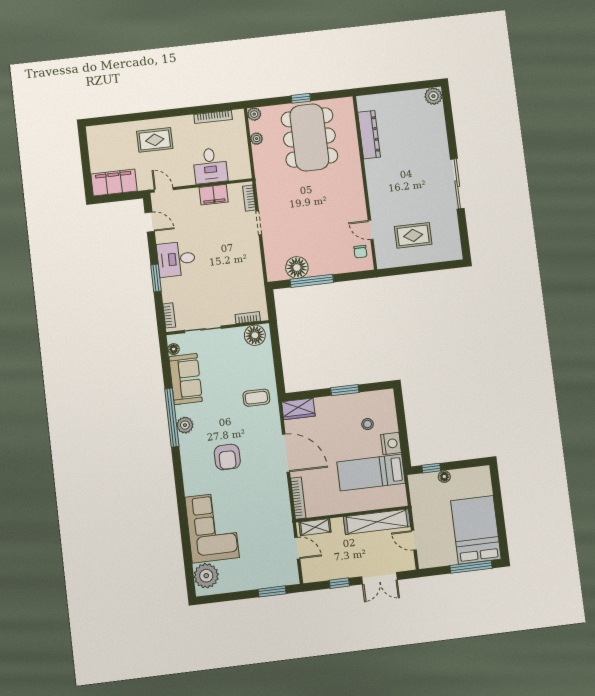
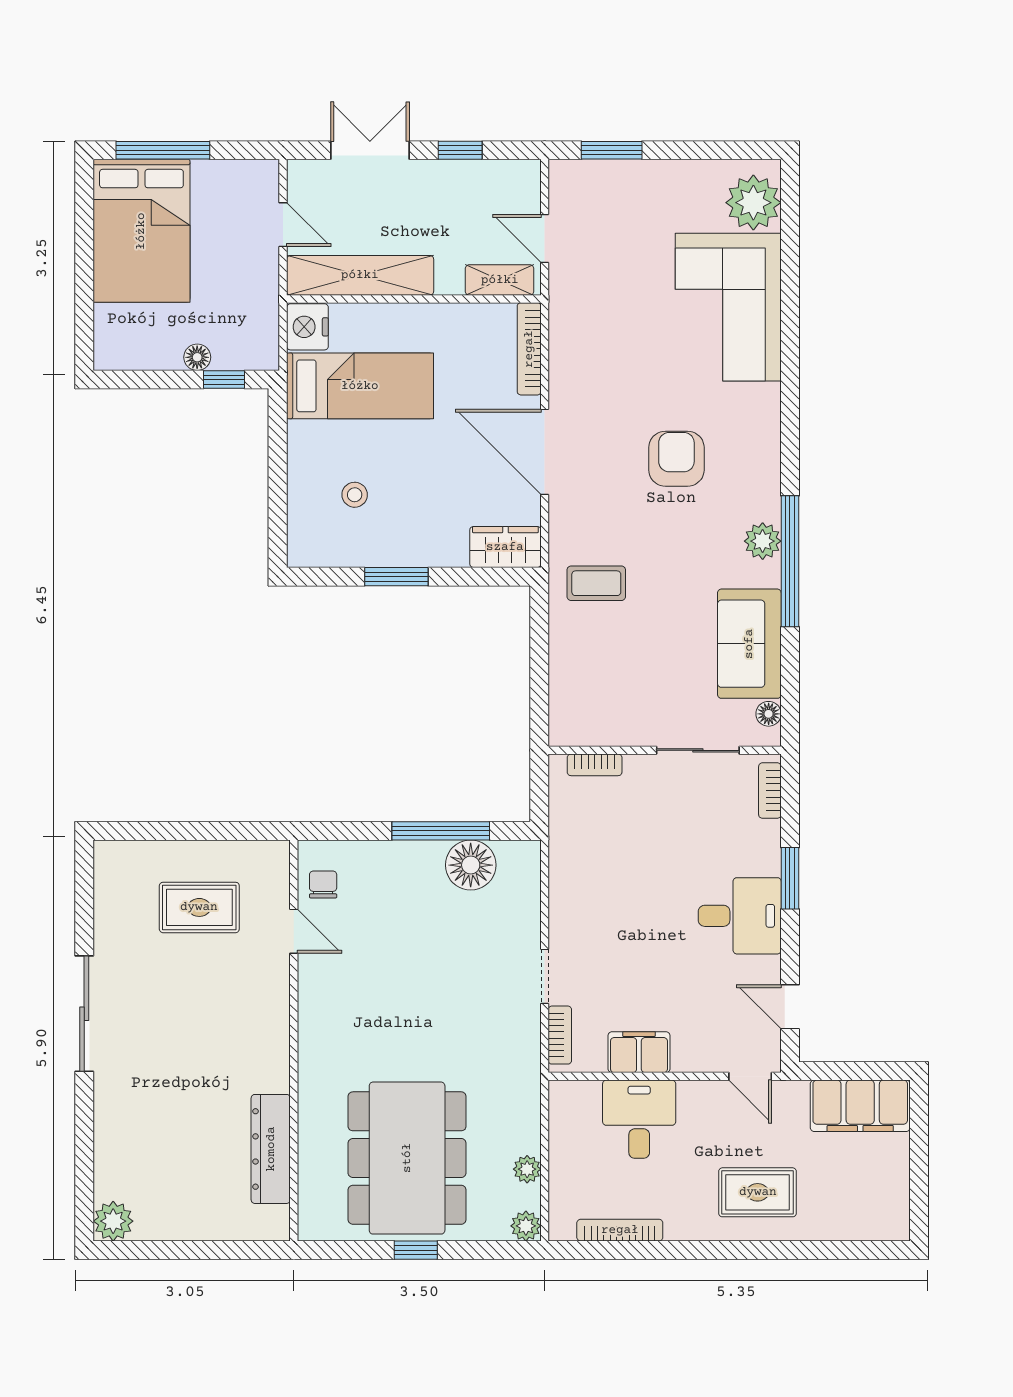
floor lamp: (255, 335) -> (583, 723), removed
nightstand: (391, 444) -> (307, 327), moved

